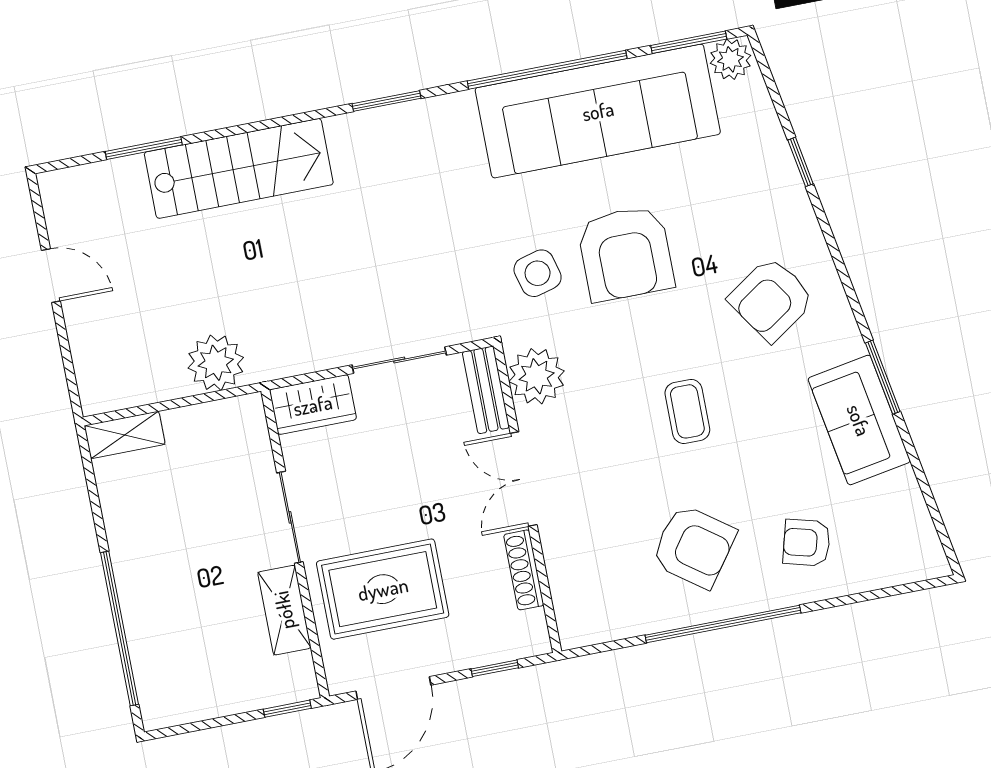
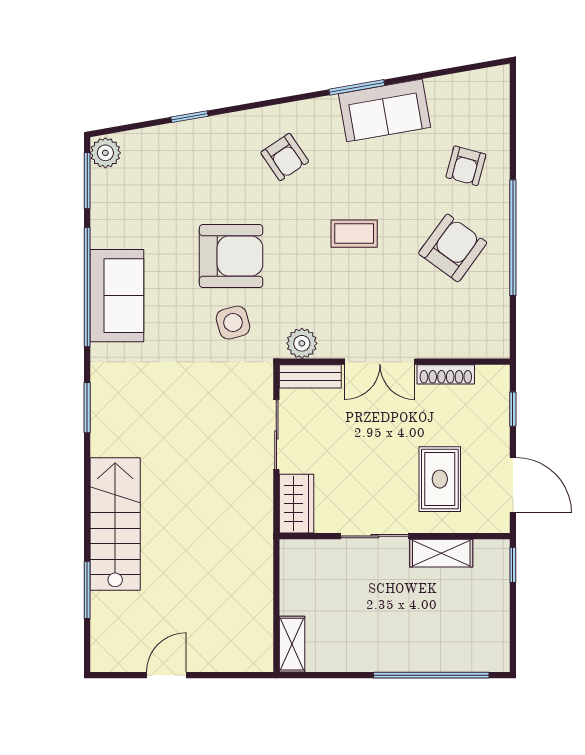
sofa: (598, 111) -> (117, 296), width x0.54, depth x0.79
armchair: (771, 299) -> (285, 157), width x0.72, depth x0.72
plant: (216, 363) -> (253, 568), removed
plant: (537, 376) -> (302, 343), width x0.73, depth x0.73
rug: (383, 589) -> (440, 479), width x0.73, depth x0.70

